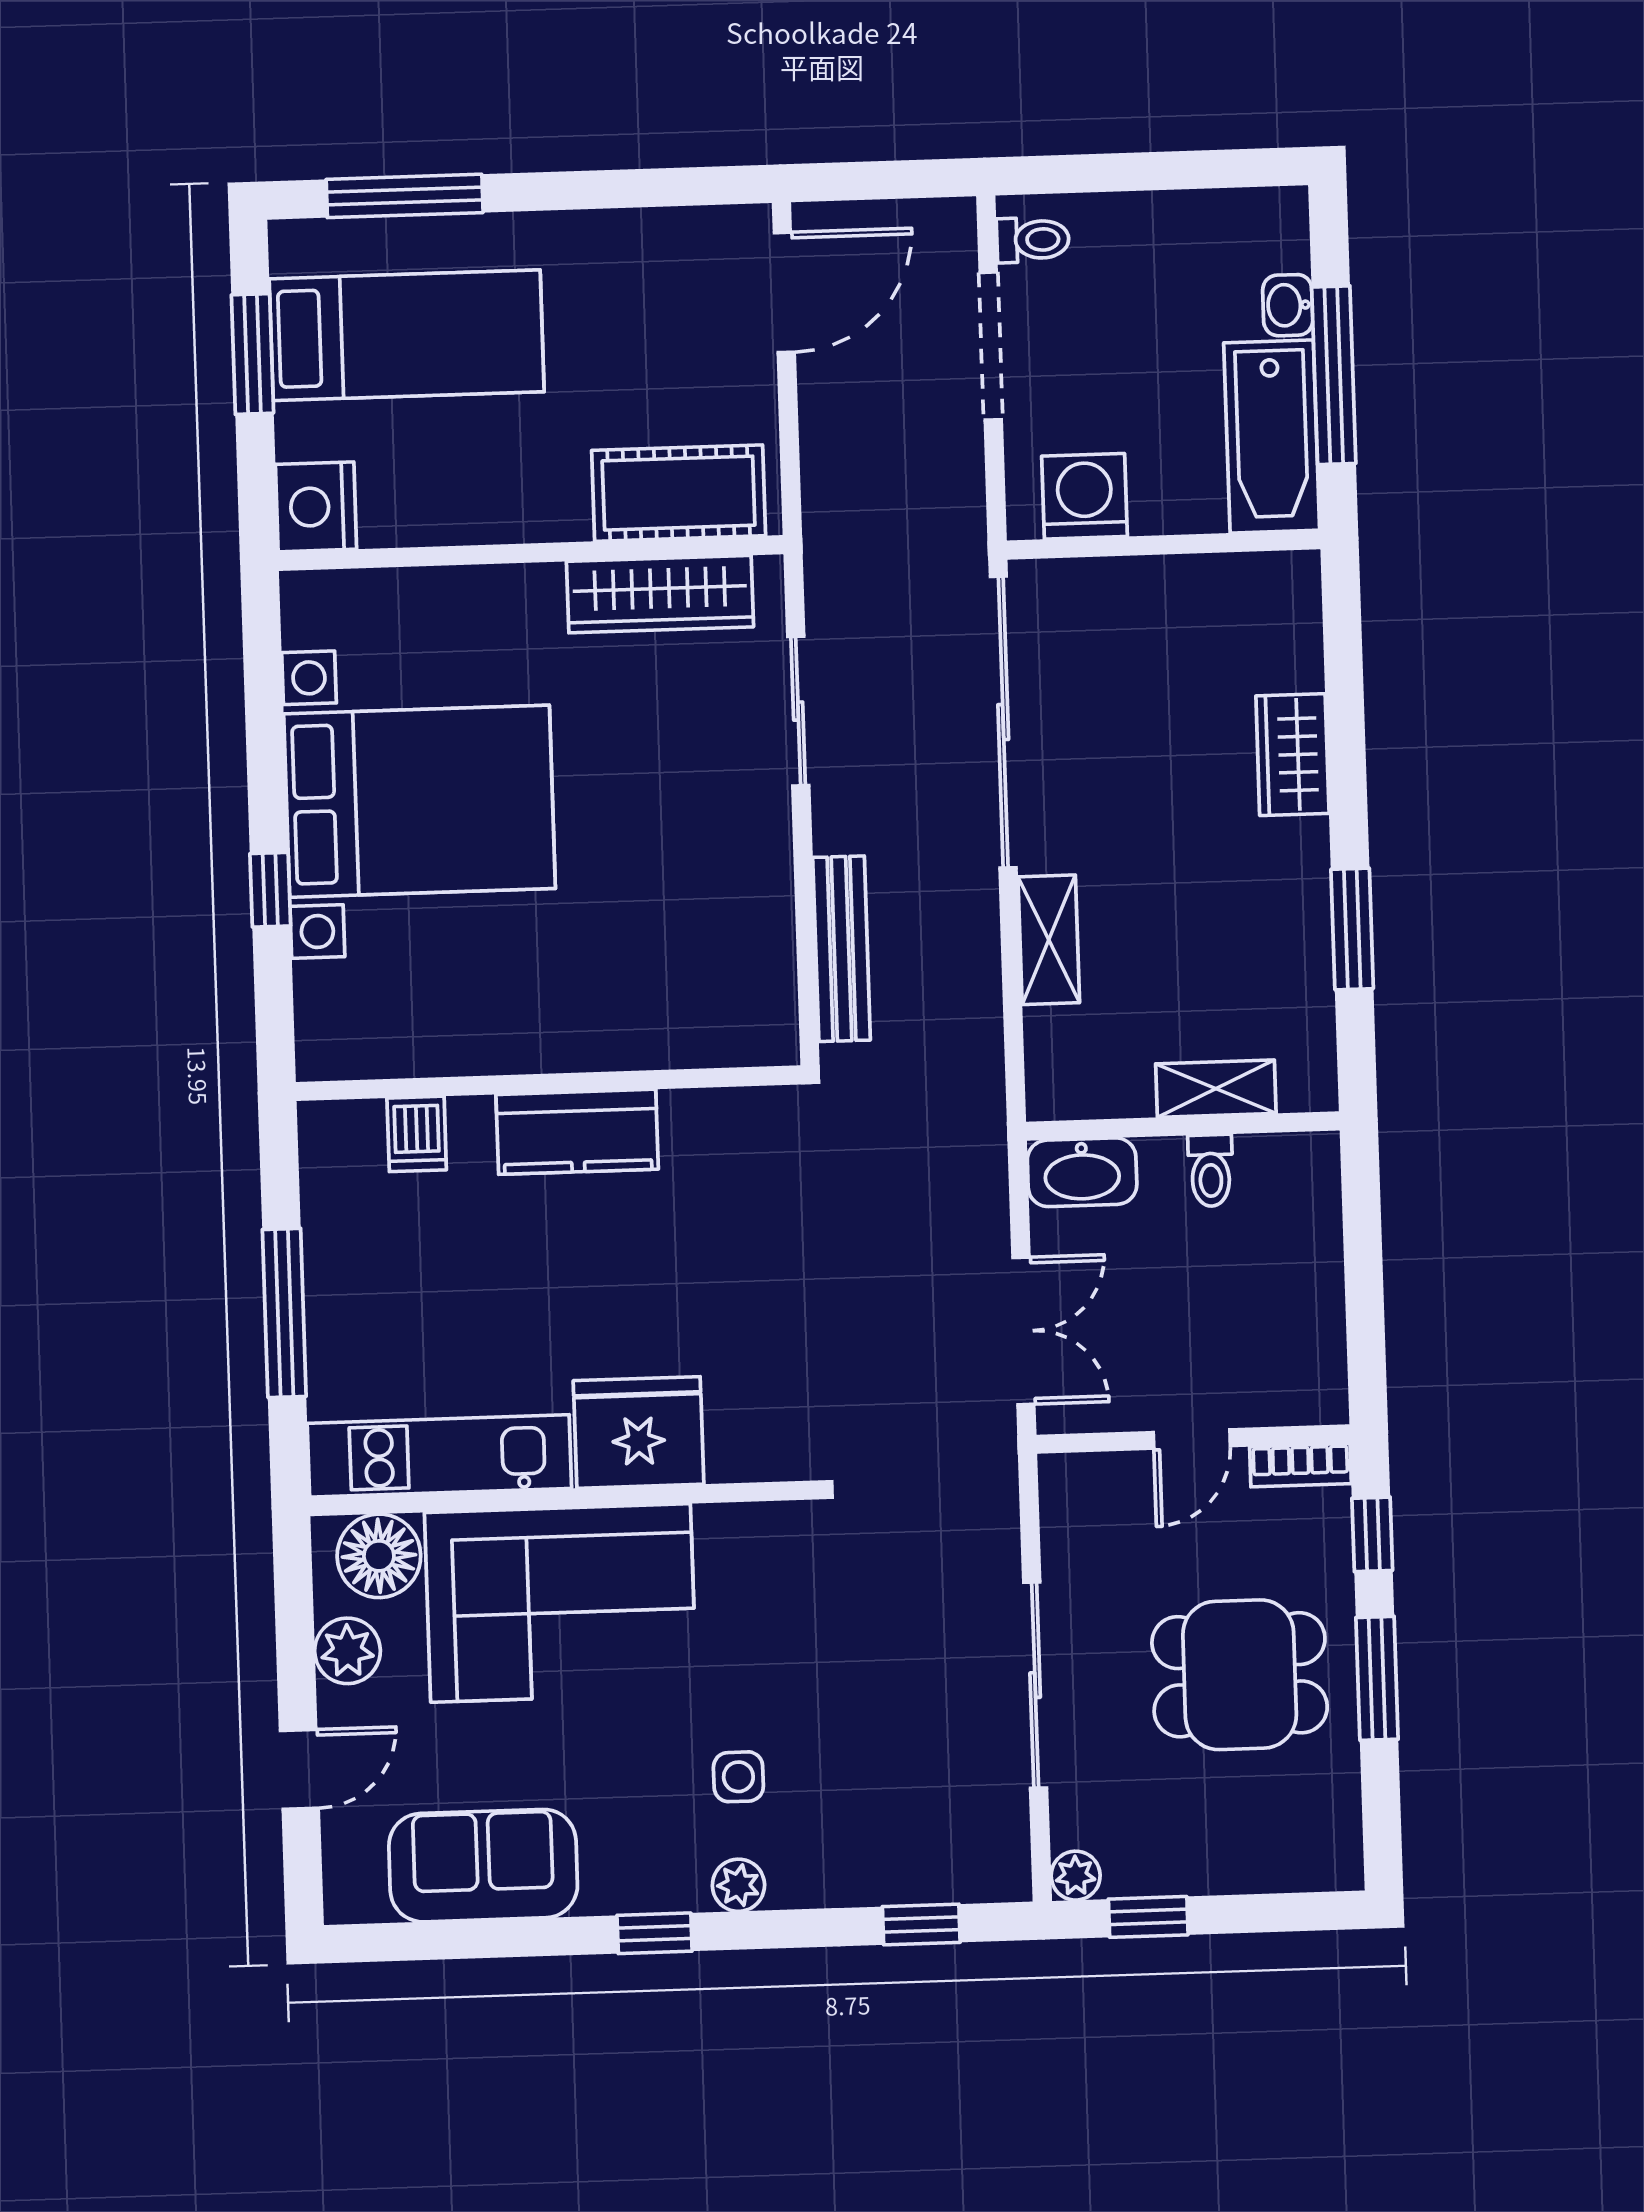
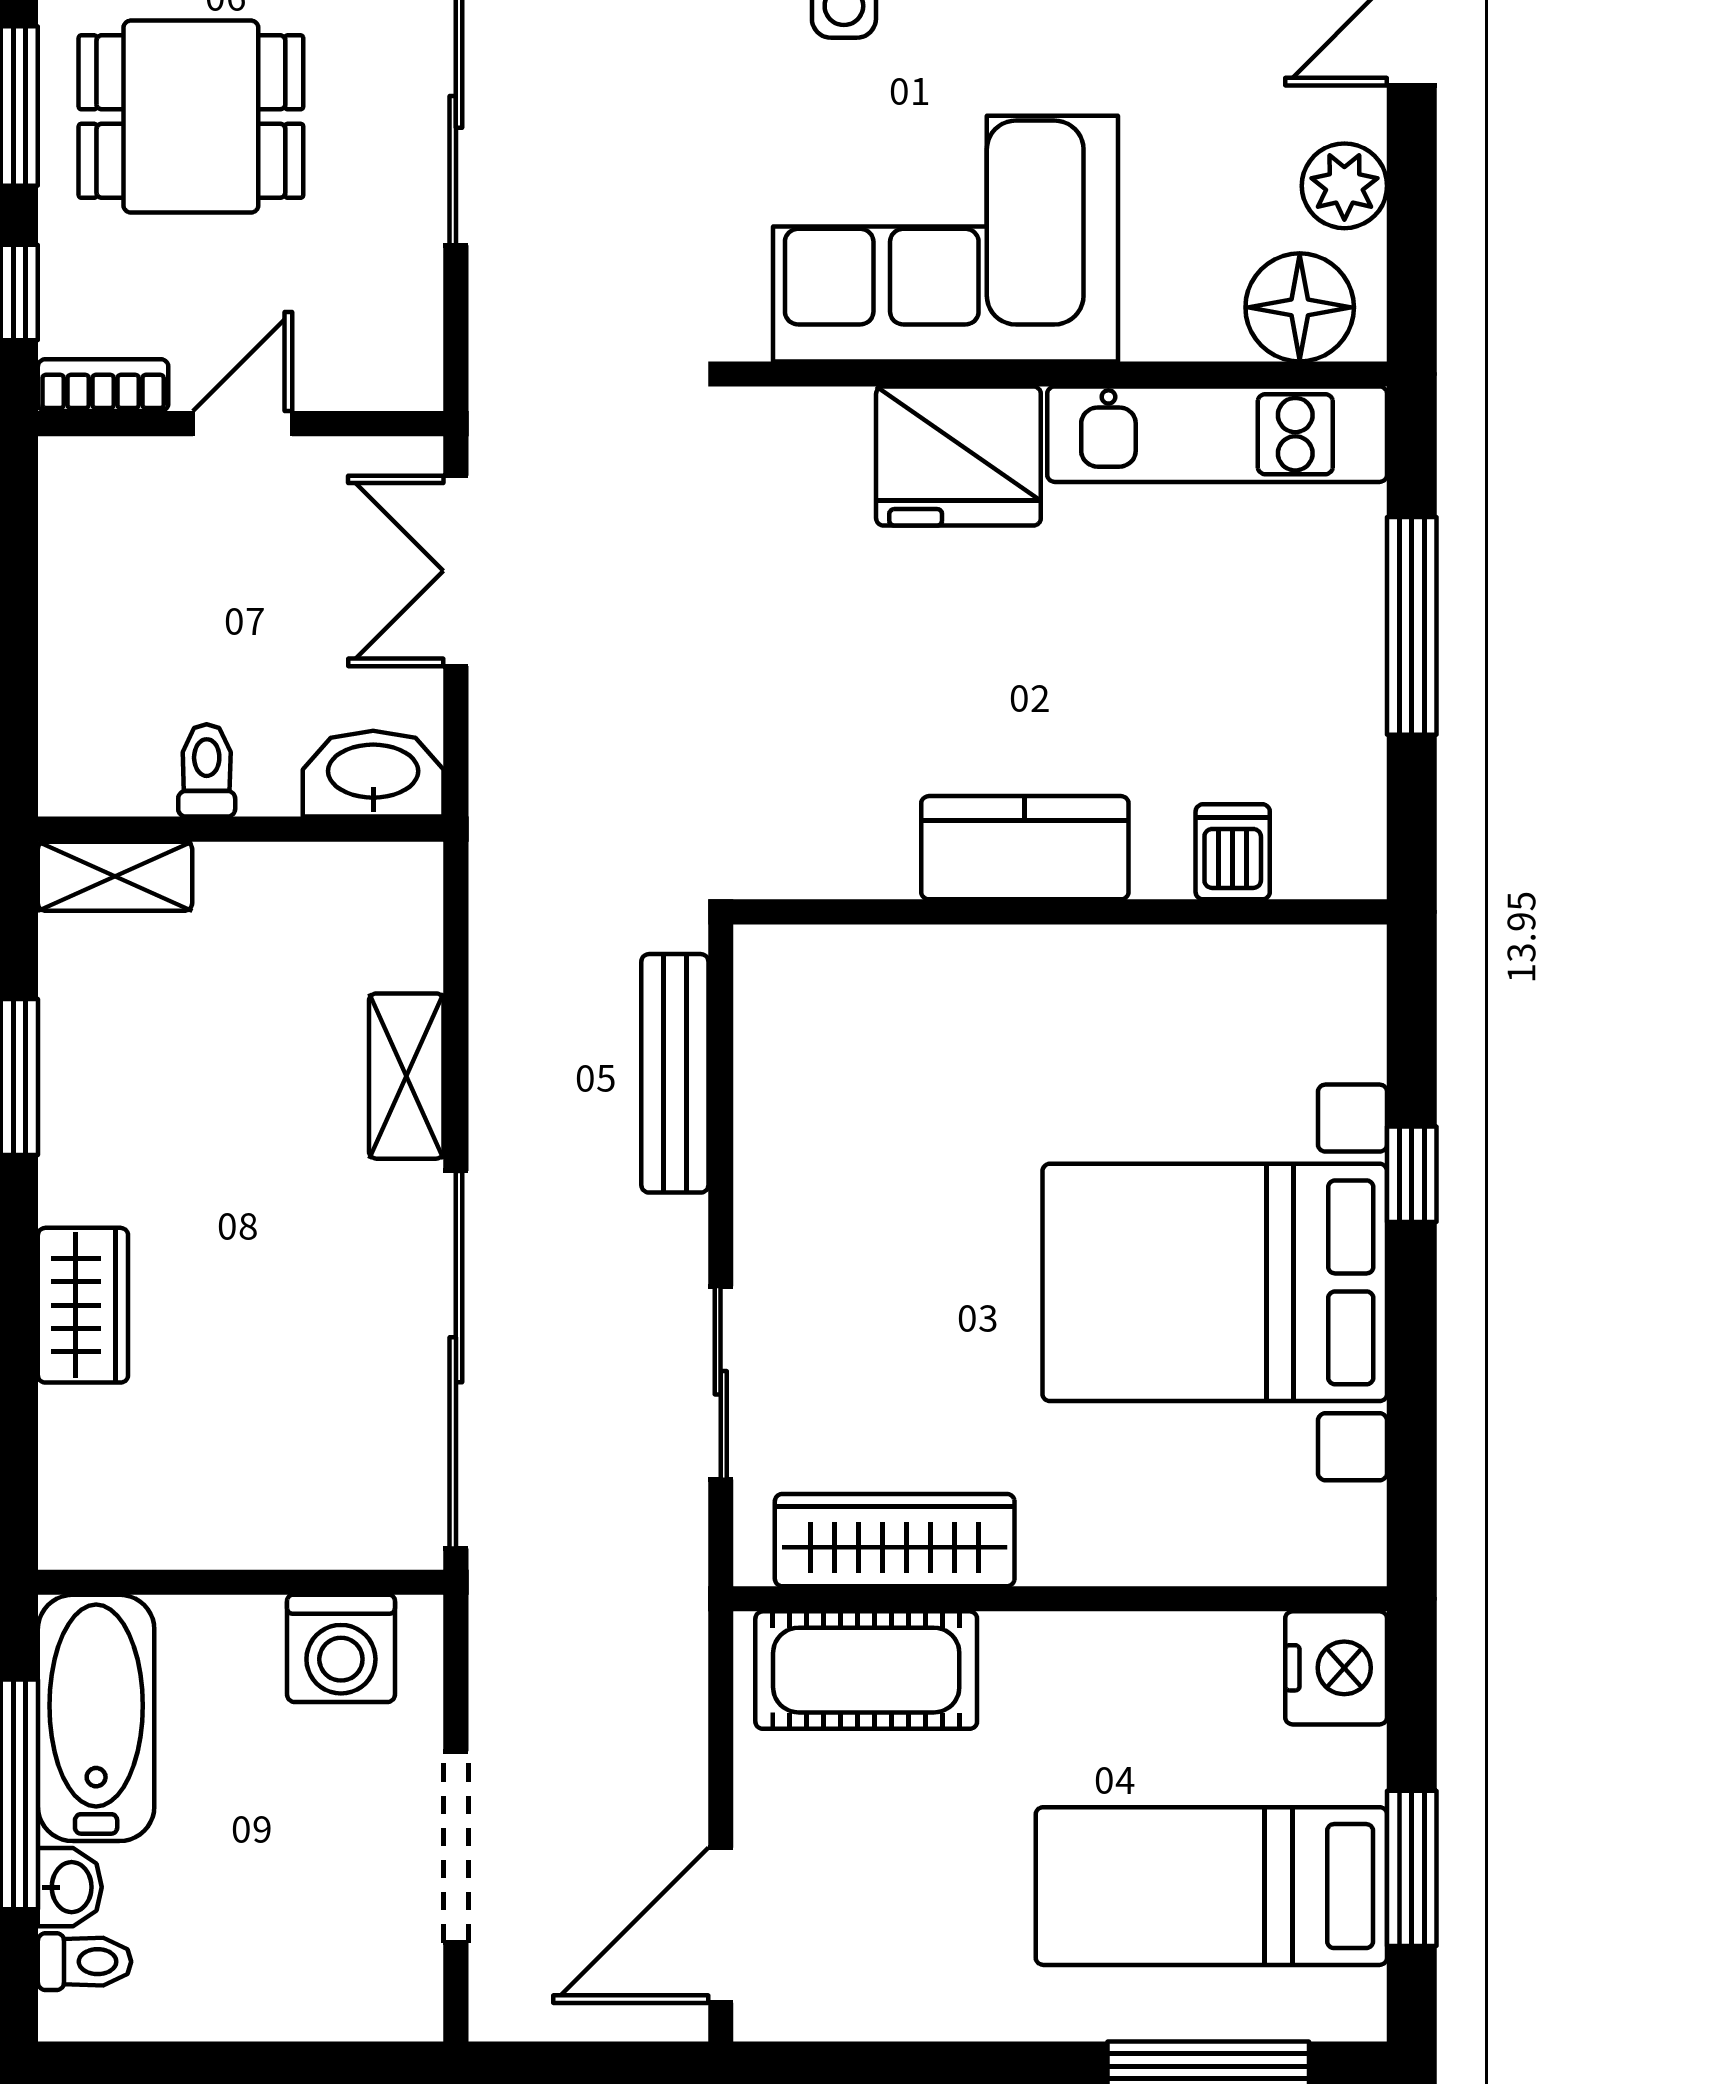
toilet: (1033, 240) -> (85, 1962), moved, turned 180
shelving: (1216, 1089) -> (115, 876), moved
corner sofa: (561, 1603) -> (946, 239), moved

